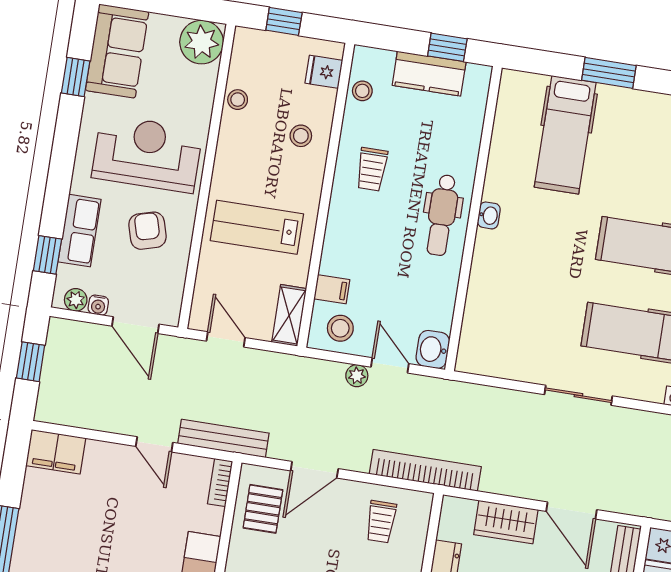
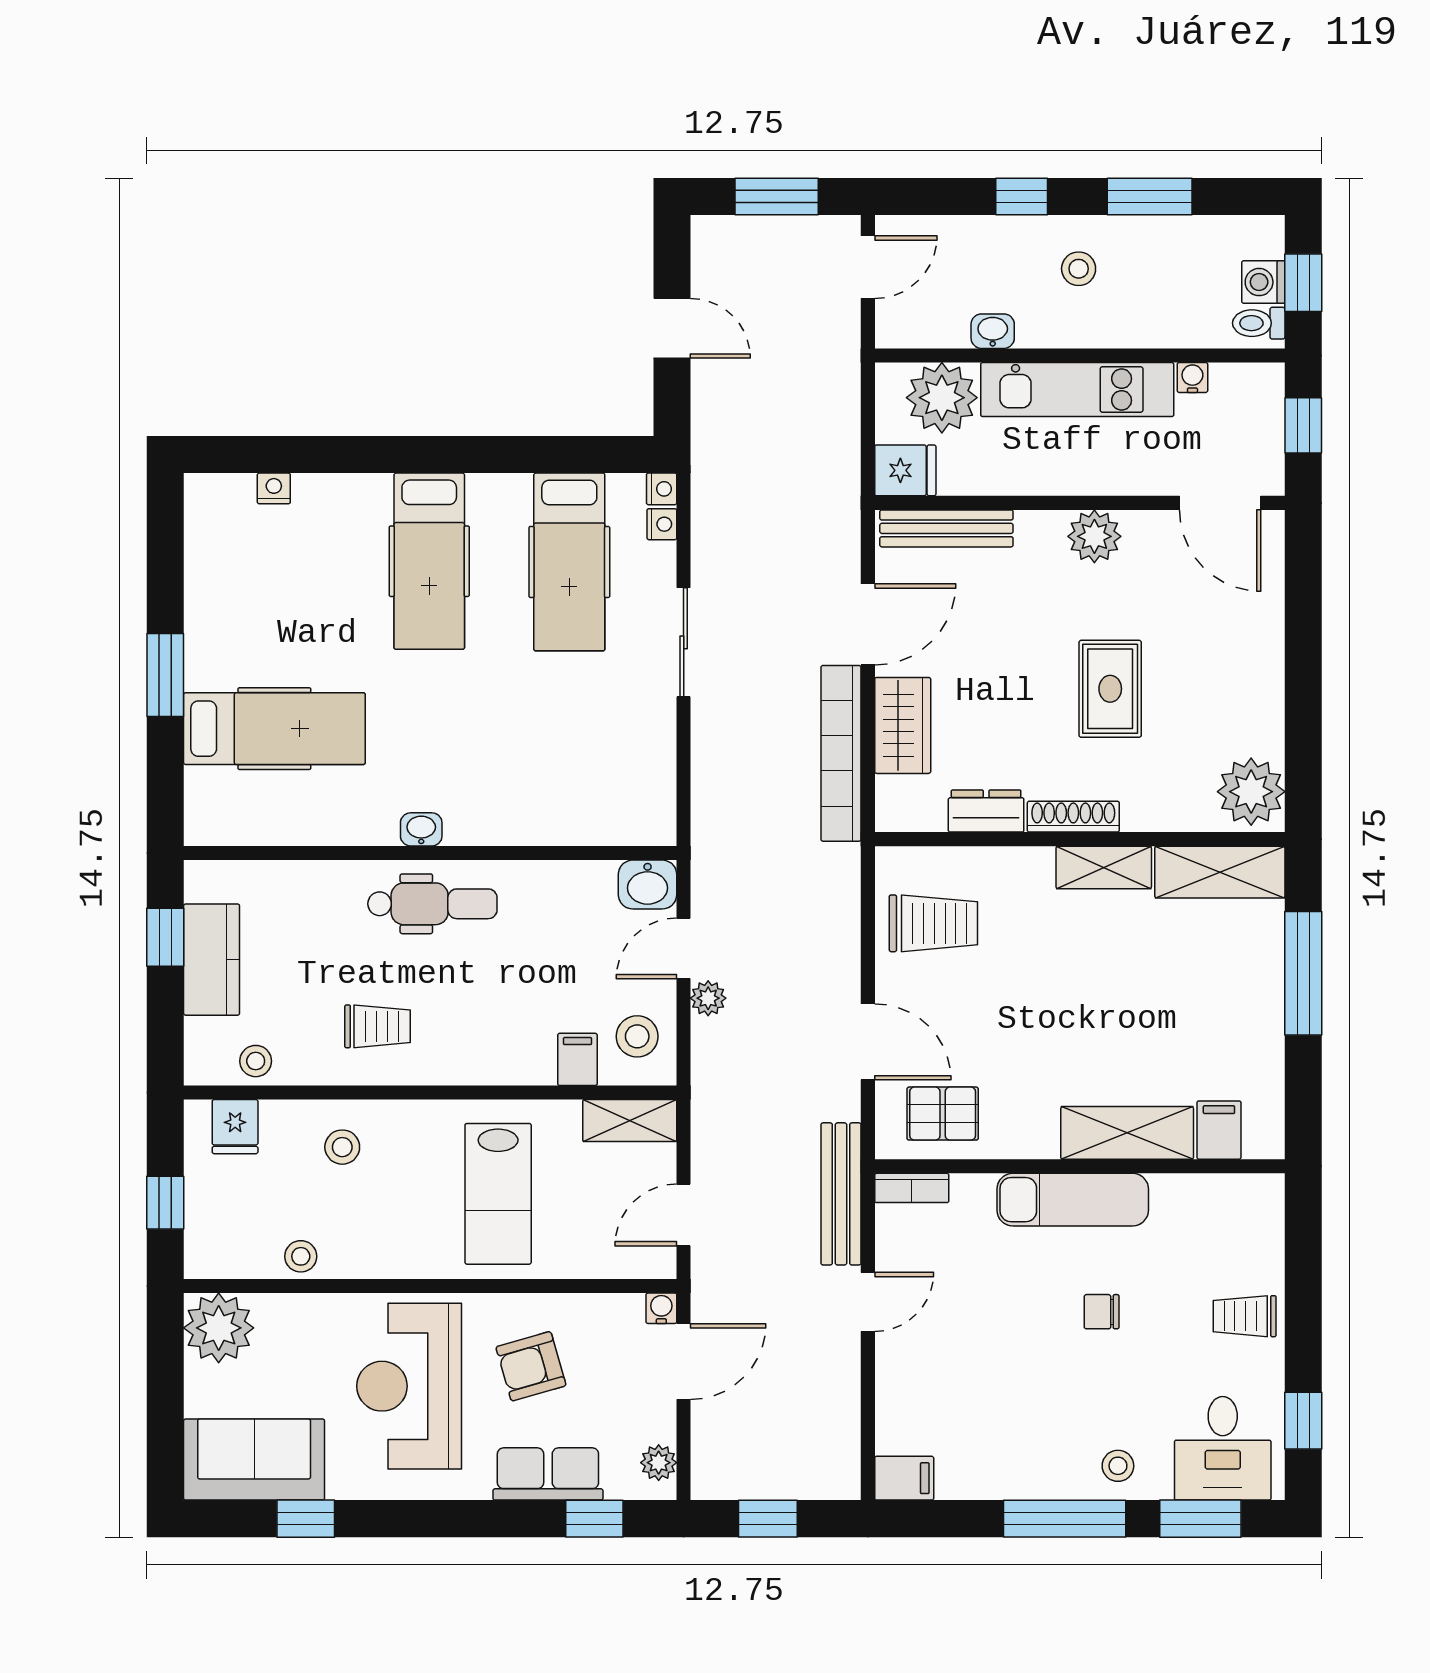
water cooler: (98, 305) -> (661, 1308), moved, turned -90
nightstand: (653, 393) -> (662, 524), added
filing cabinet: (56, 452) -> (904, 1478), width x0.50
bookcase: (425, 470) -> (841, 753), moved
trolley: (381, 522) -> (933, 923), width x1.36, depth x1.39

